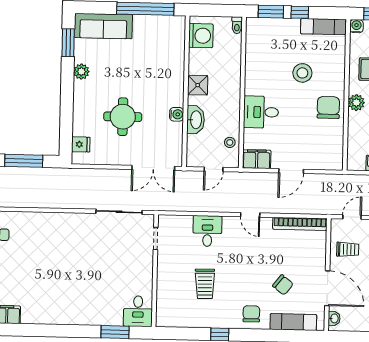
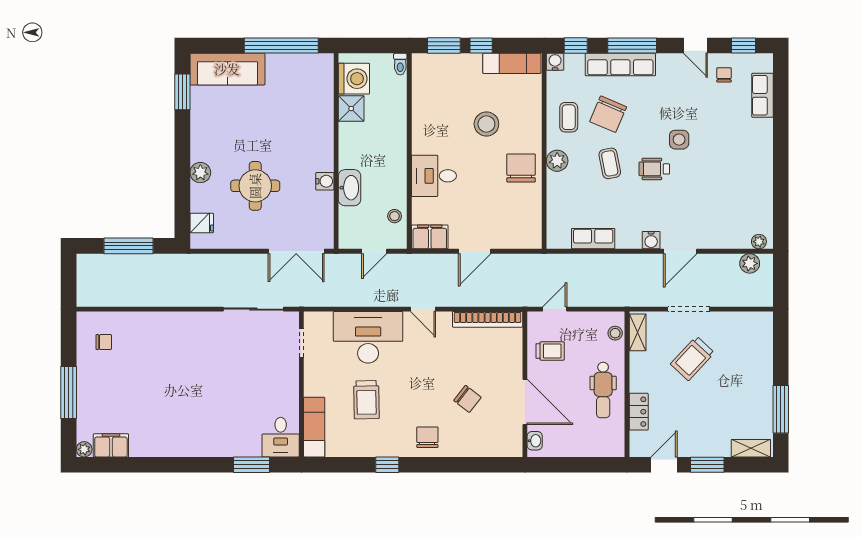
plant: (81, 72) -> (200, 173), moved
shower: (198, 85) -> (351, 109), moved
desk: (207, 231) -> (368, 337), width x1.87, depth x1.30
exam couch: (293, 322) -> (314, 427), moved, turned 90

